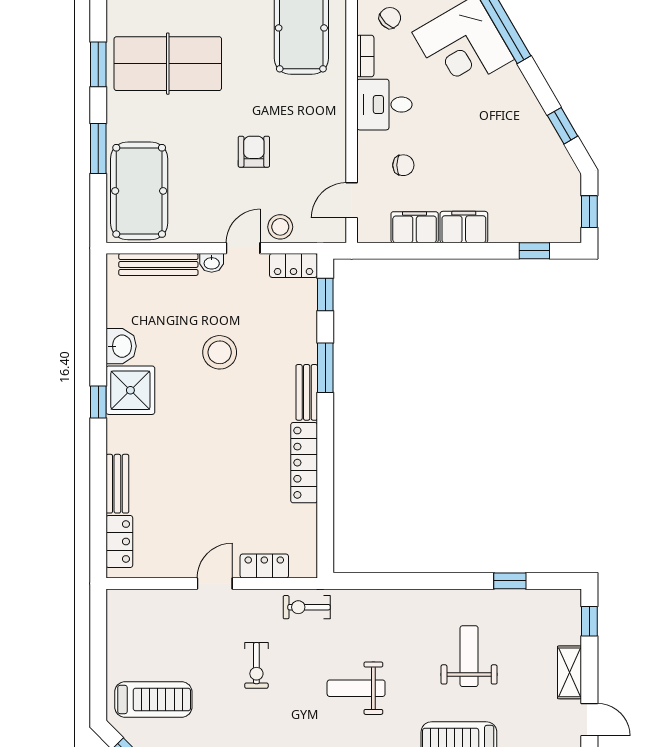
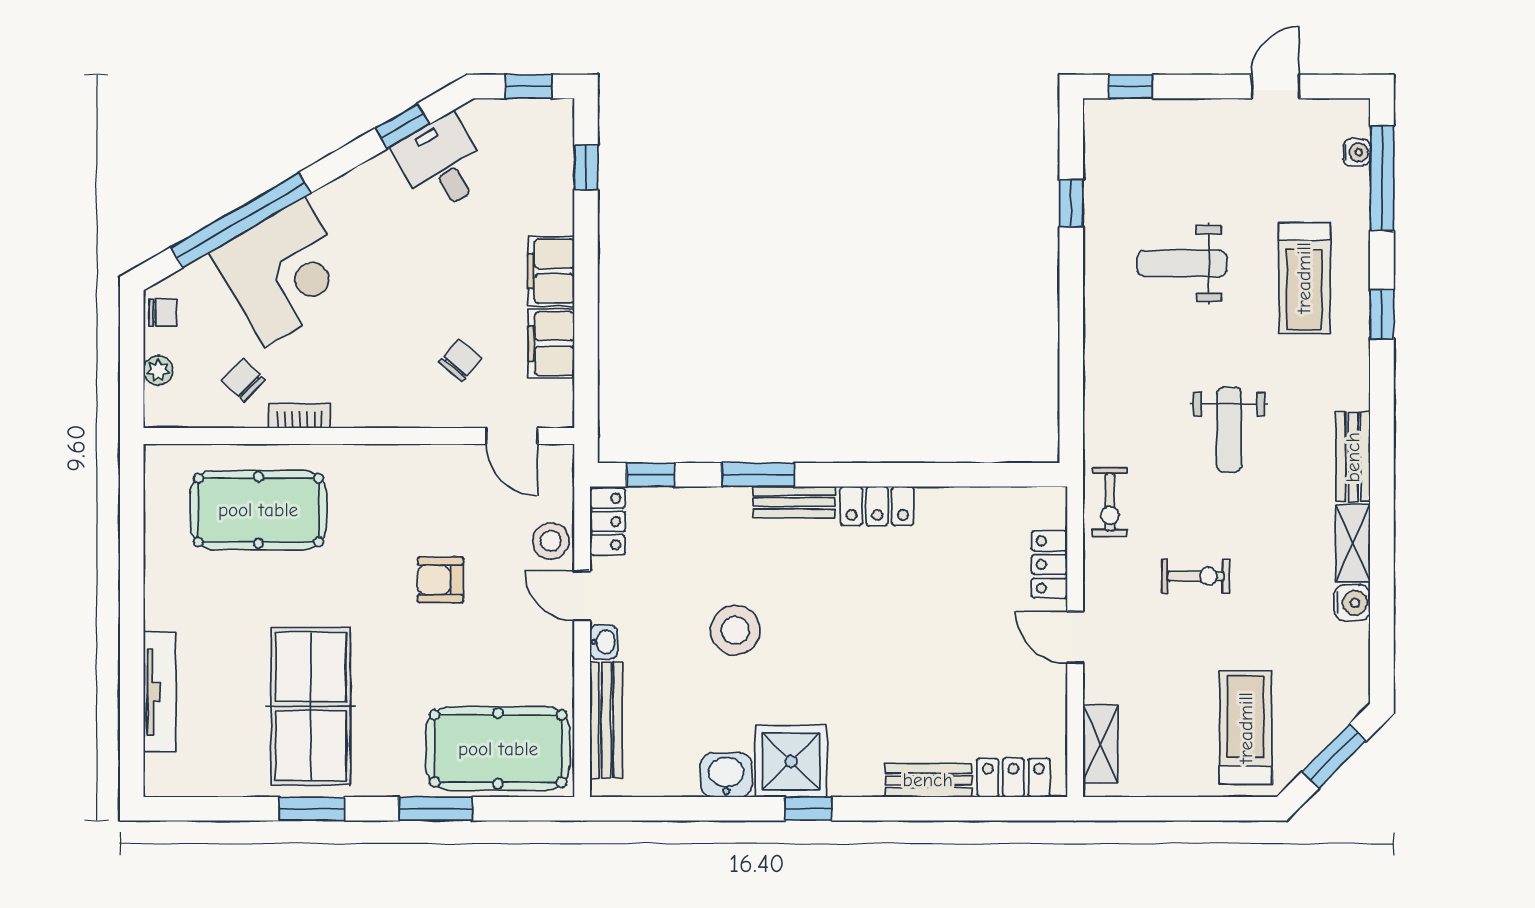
desk: (384, 105) -> (442, 163), moved, turned 150
chair: (403, 165) -> (460, 360), turned 40
locker: (304, 463) -> (877, 506), width x0.66
shelving: (570, 672) -> (1100, 744), moved, turned 90

